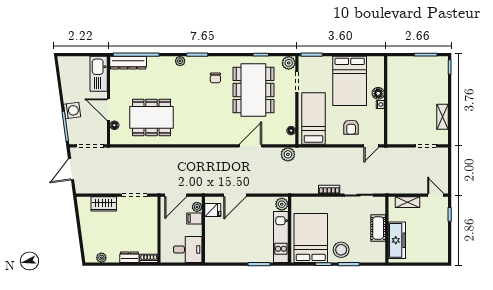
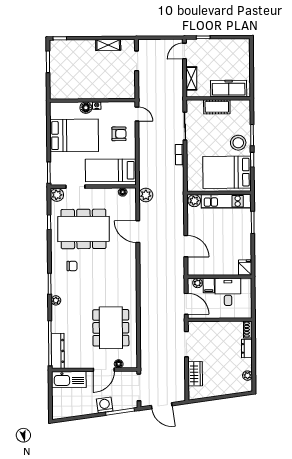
fridge: (213, 210) -> (245, 267), moved
desk: (188, 249) -> (228, 292), moved

